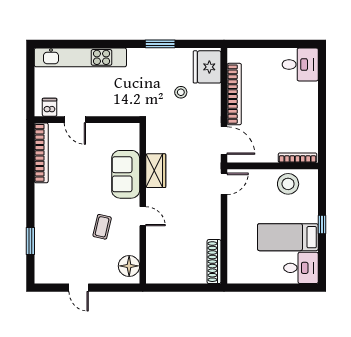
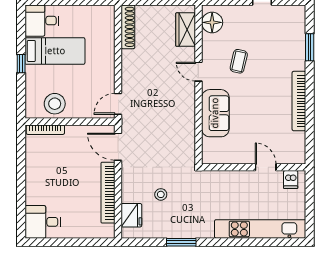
fridge: (207, 67) -> (131, 215), width x0.73, depth x0.75
bookcase: (41, 153) -> (299, 101), moved
wardrobe: (156, 171) -> (186, 30), moved

